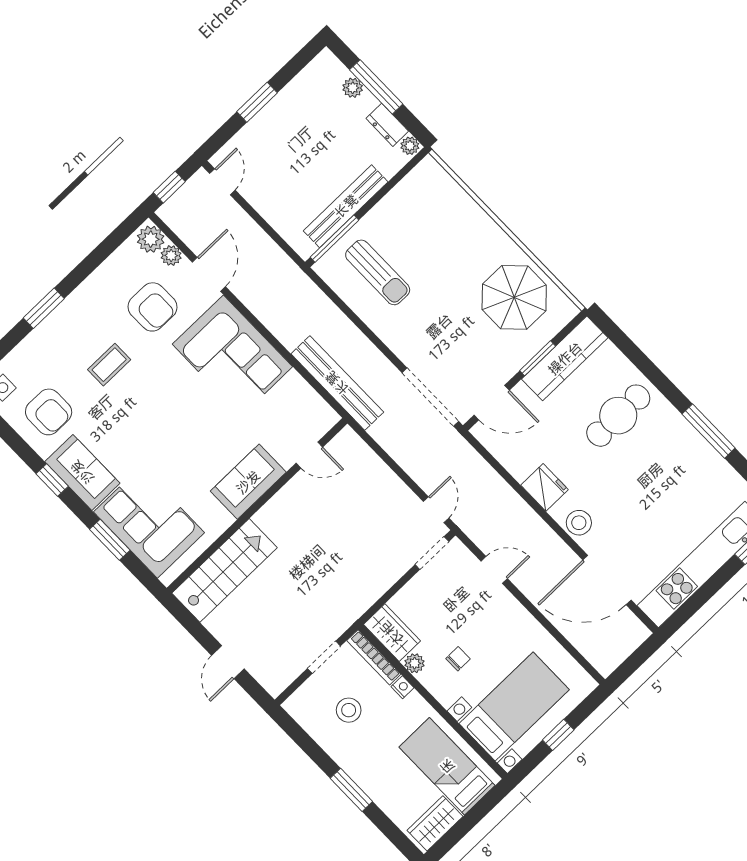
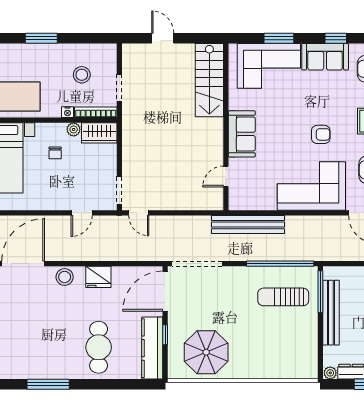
window: (346, 310) -> (280, 264), added
window: (538, 358) -> (165, 335), width x0.67
armchair: (169, 398) -> (321, 134), added
door: (492, 403) -> (165, 291), width x1.36

